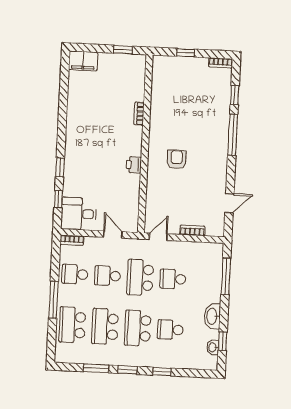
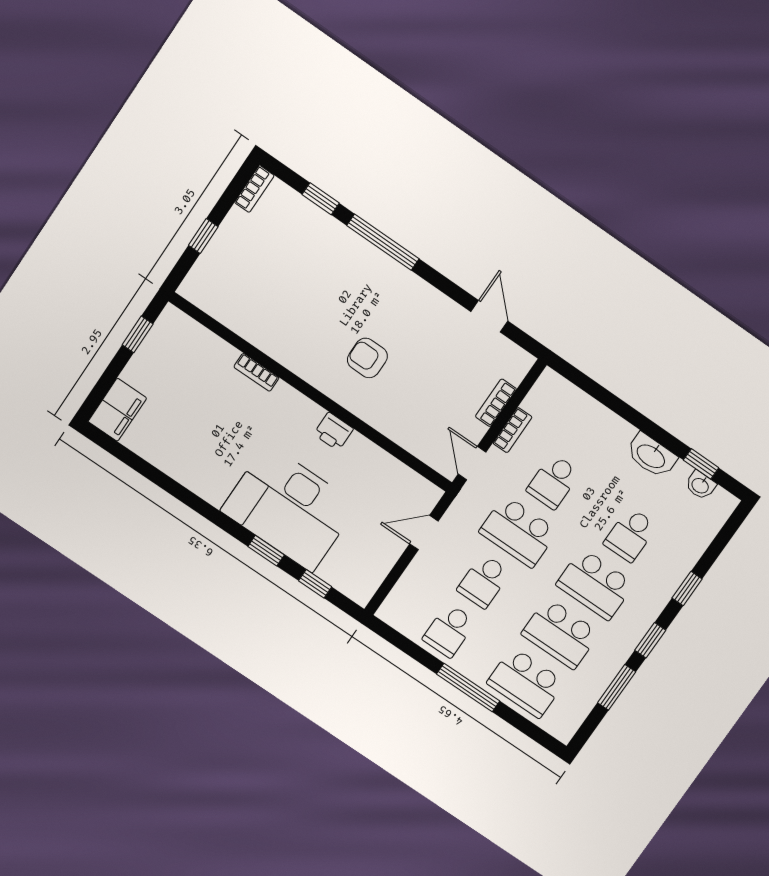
desk: (79, 214) -> (289, 508), moved, width x1.87, depth x1.30
bookcase: (72, 240) -> (512, 430), moved
window: (226, 276) -> (602, 395), removed

